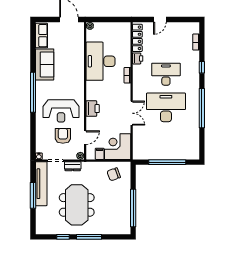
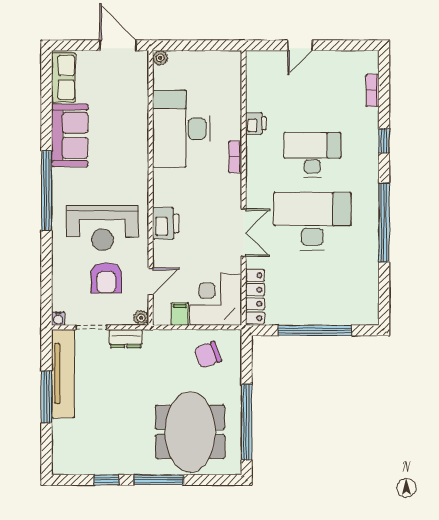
locker: (137, 38) -> (255, 297), moved
armchair: (63, 136) -> (106, 278), turned 180
meeting table: (77, 205) -> (190, 432), moved

